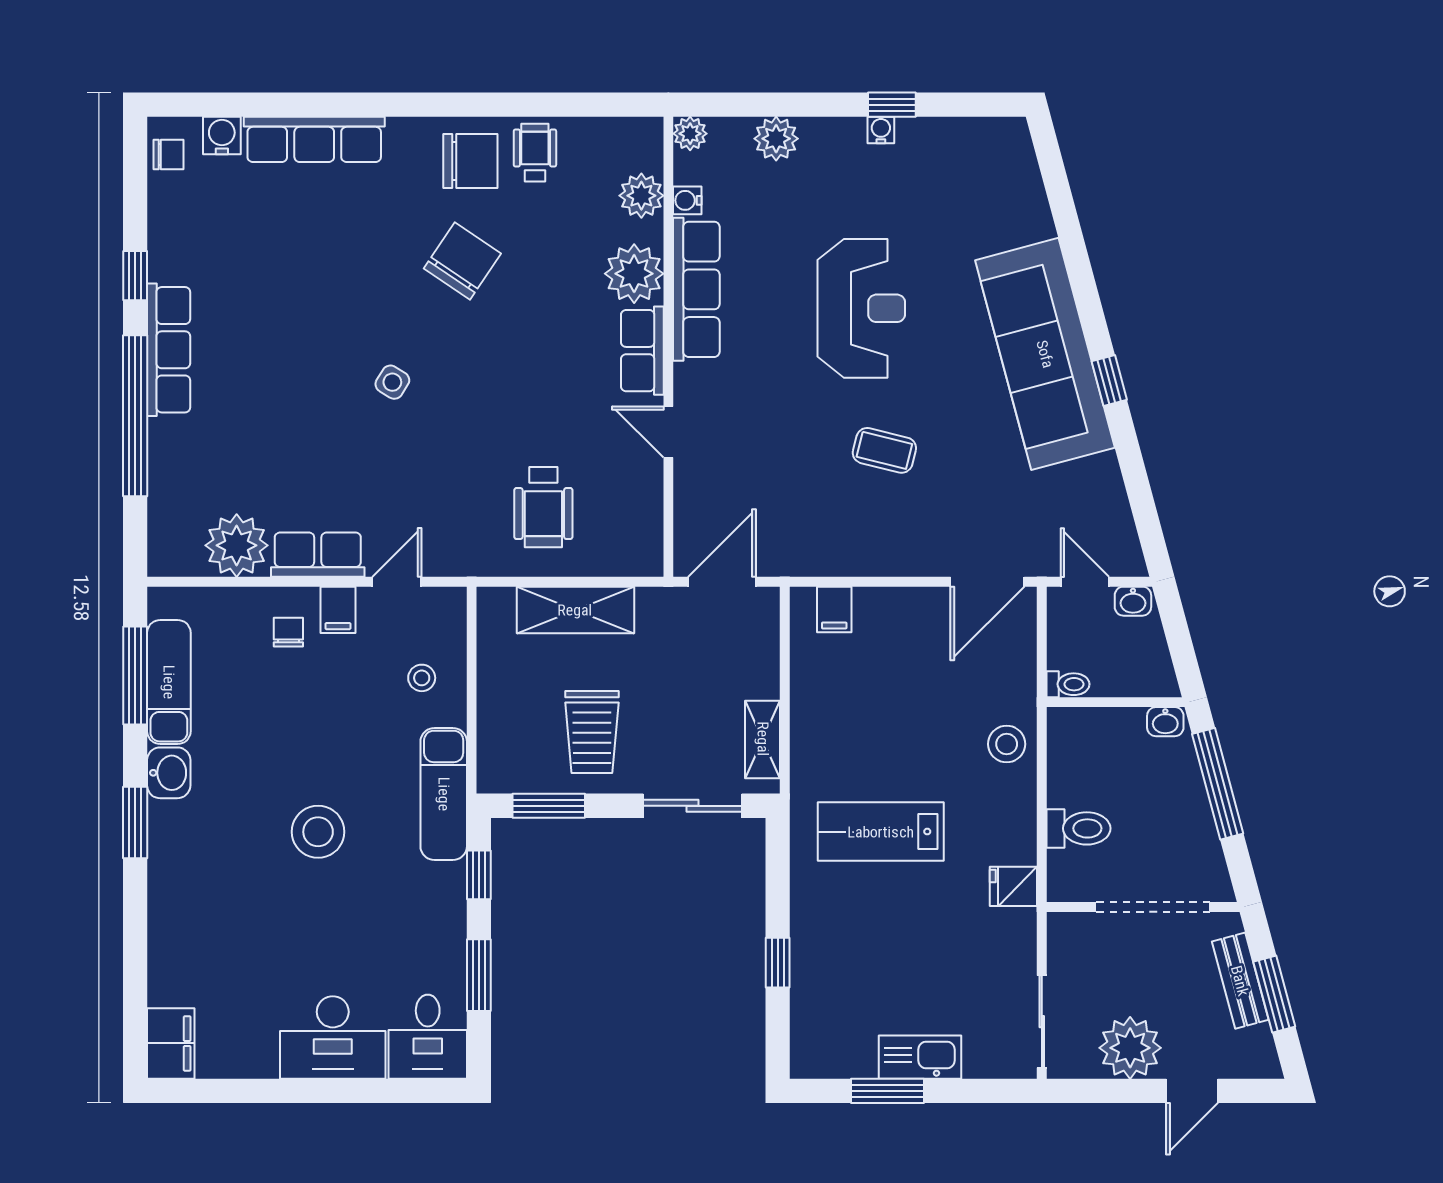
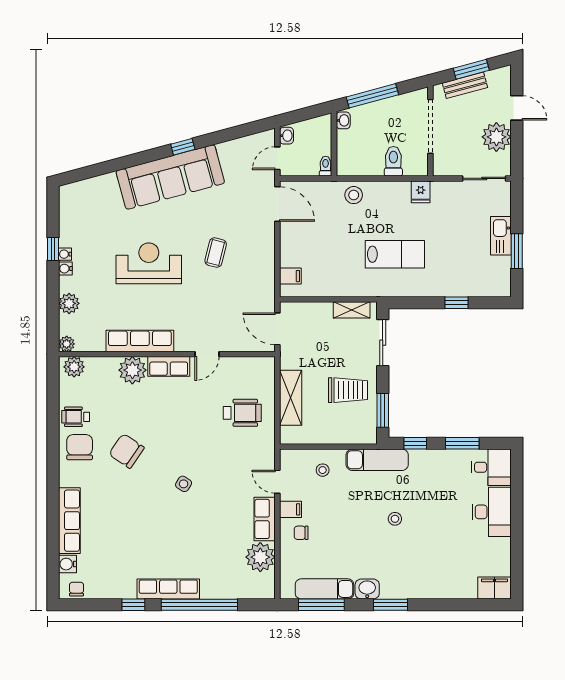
plant: (641, 196) -> (74, 367), moved
water cooler: (687, 200) -> (65, 269), moved, turned 90
stool: (318, 832) -> (395, 519), width x0.53, depth x0.53
lab bench: (881, 832) -> (395, 254), turned -90

